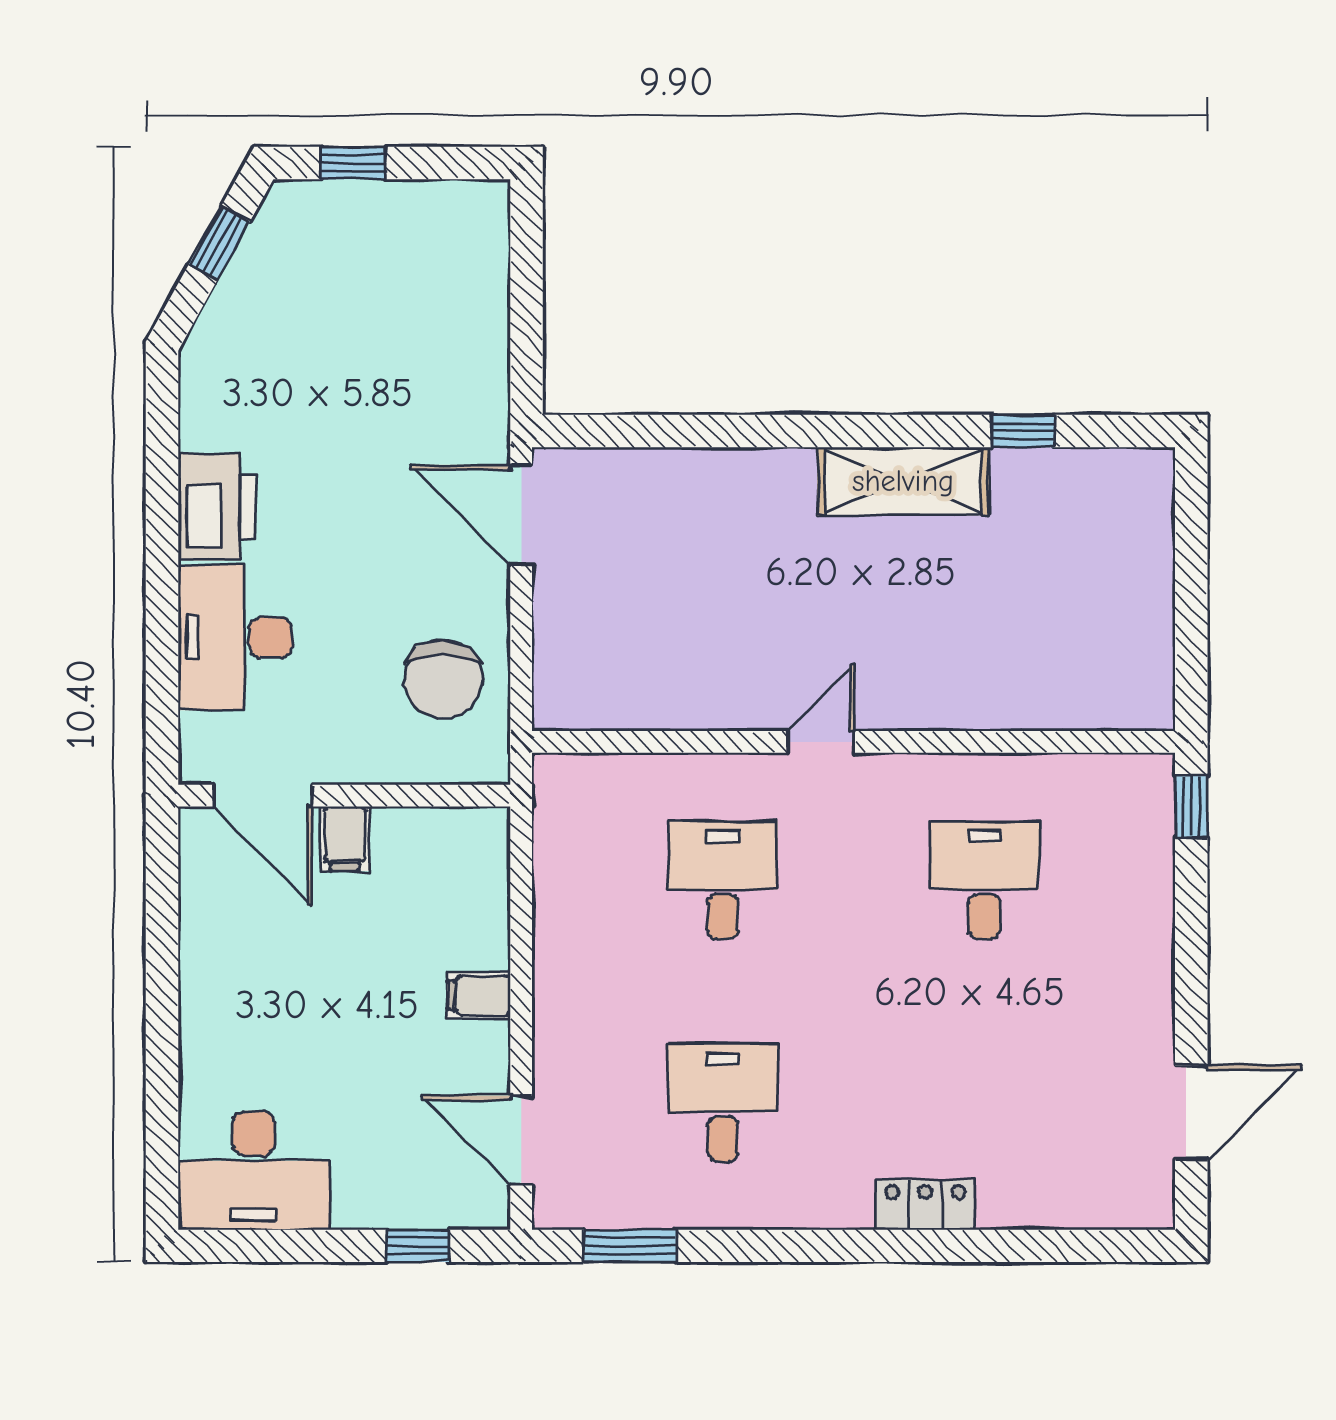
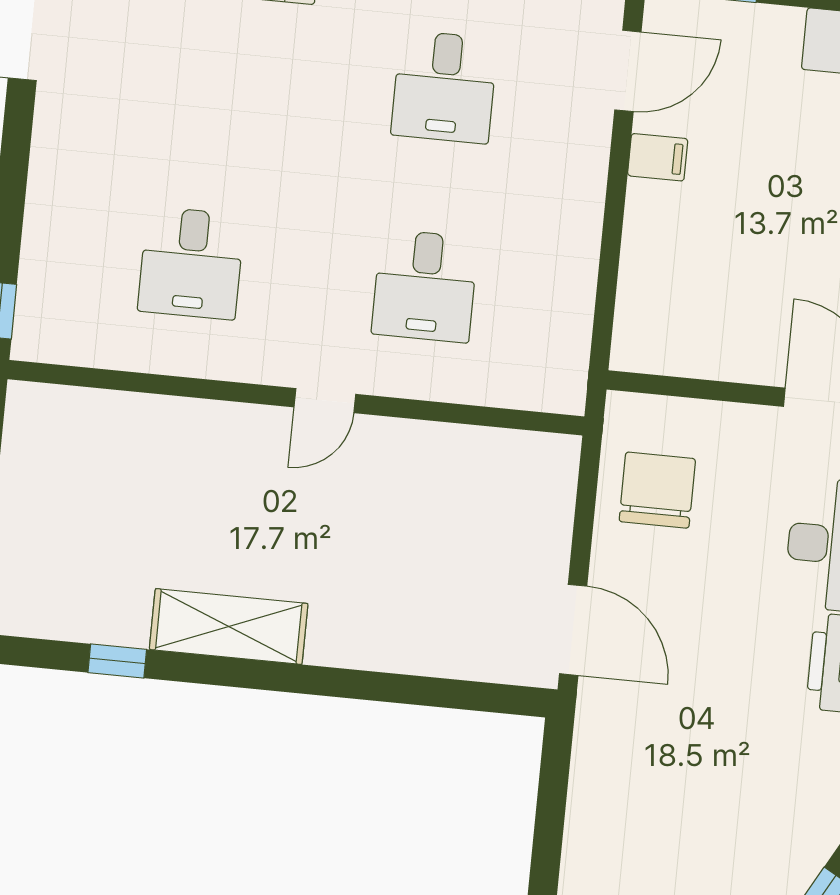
filing cabinet: (345, 839) -> (759, 356), removed
filing cabinet: (479, 995) -> (658, 157), moved
door: (521, 1140) -> (628, 71), hinge flipped

